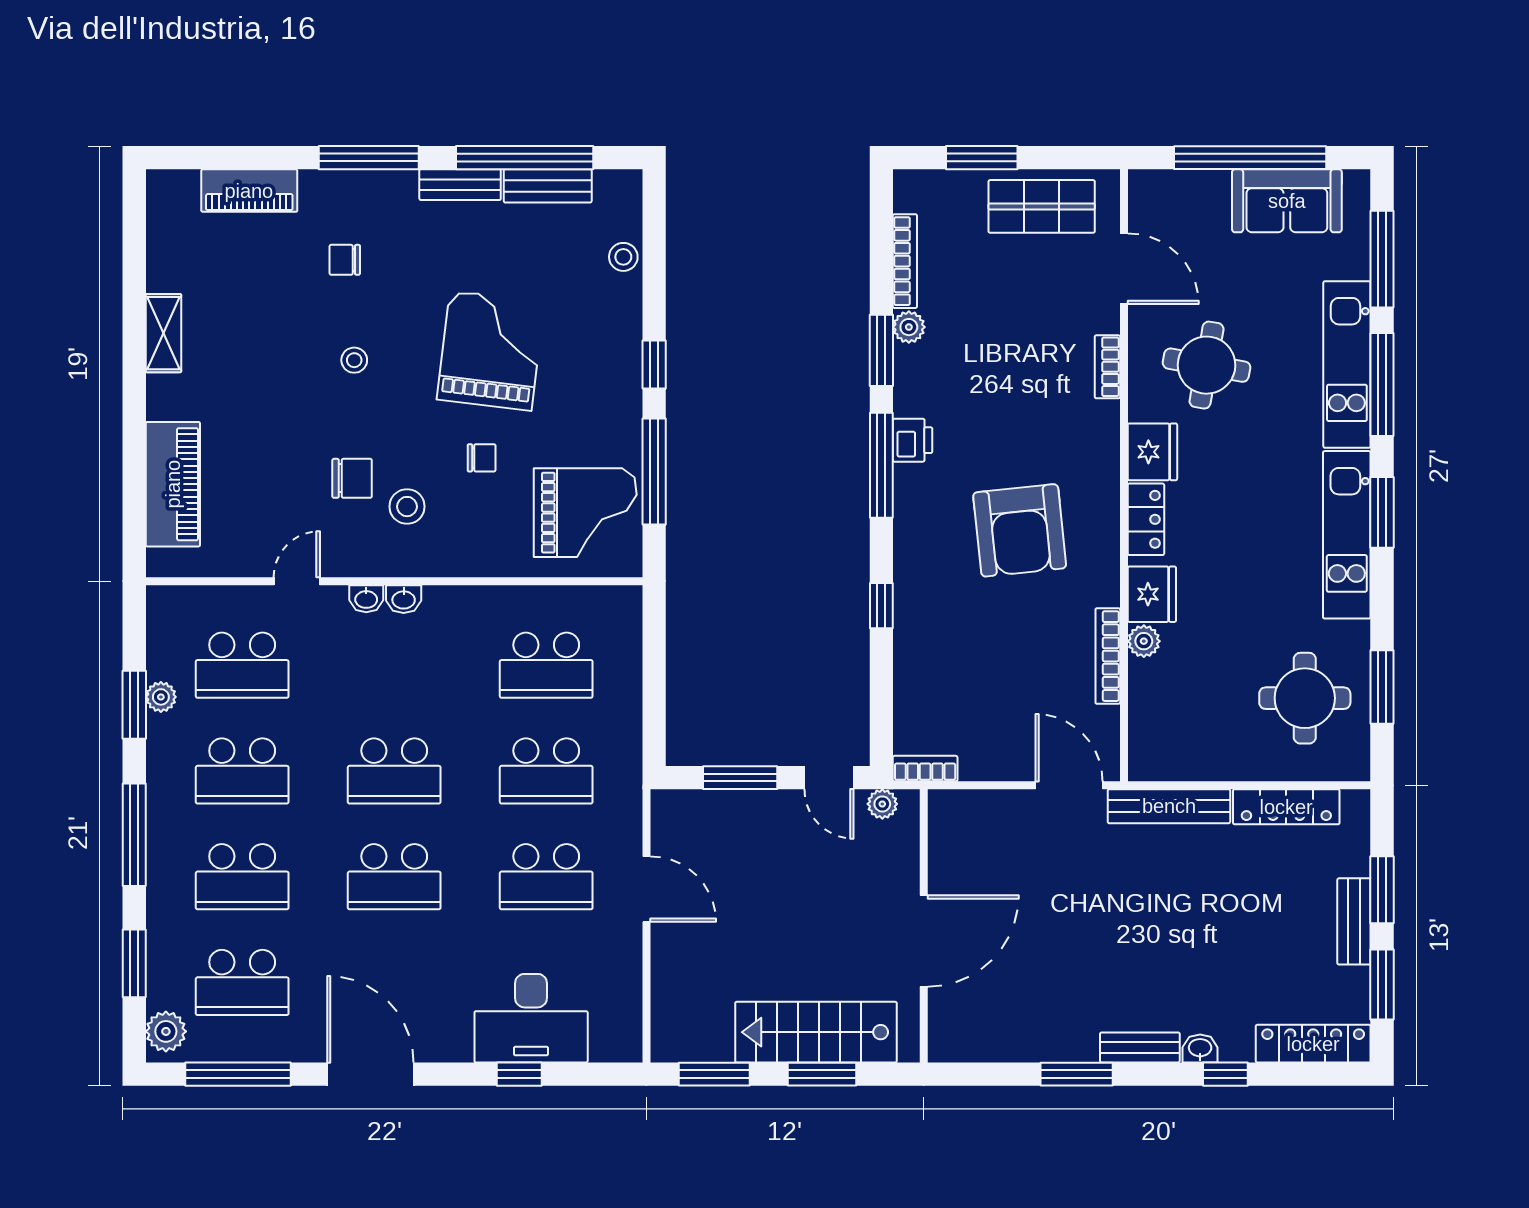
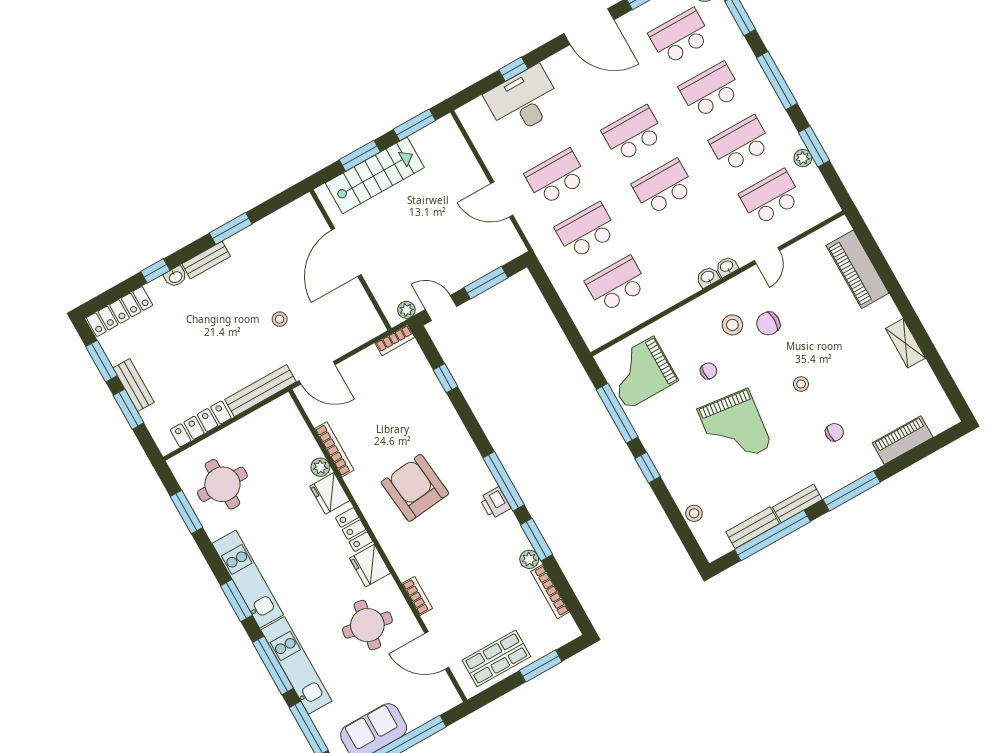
chair: (482, 458) -> (708, 371), turned 180
window: (881, 606) -> (446, 378), moved
stool: (1080, 897) -> (280, 319), added

